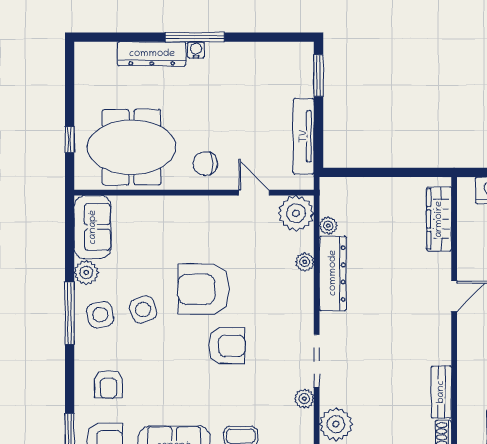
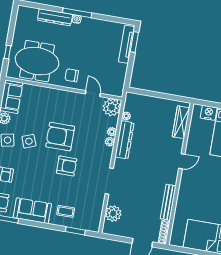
tv unit: (304, 136) -> (127, 44), moved
bench: (441, 392) -> (168, 202), width x1.36
plant: (304, 399) -> (110, 142), moved

